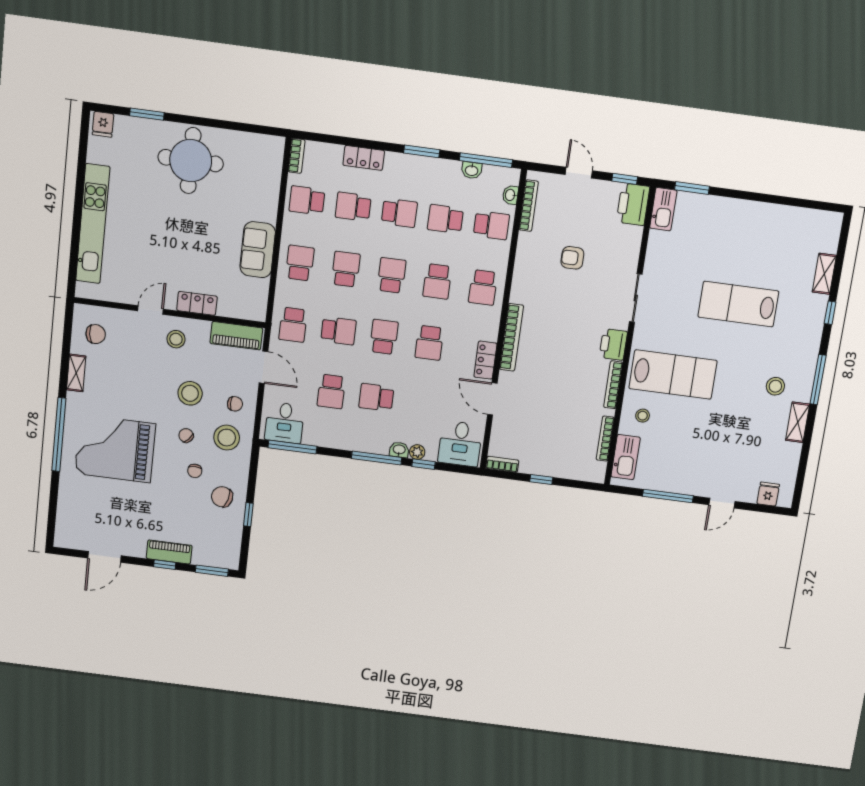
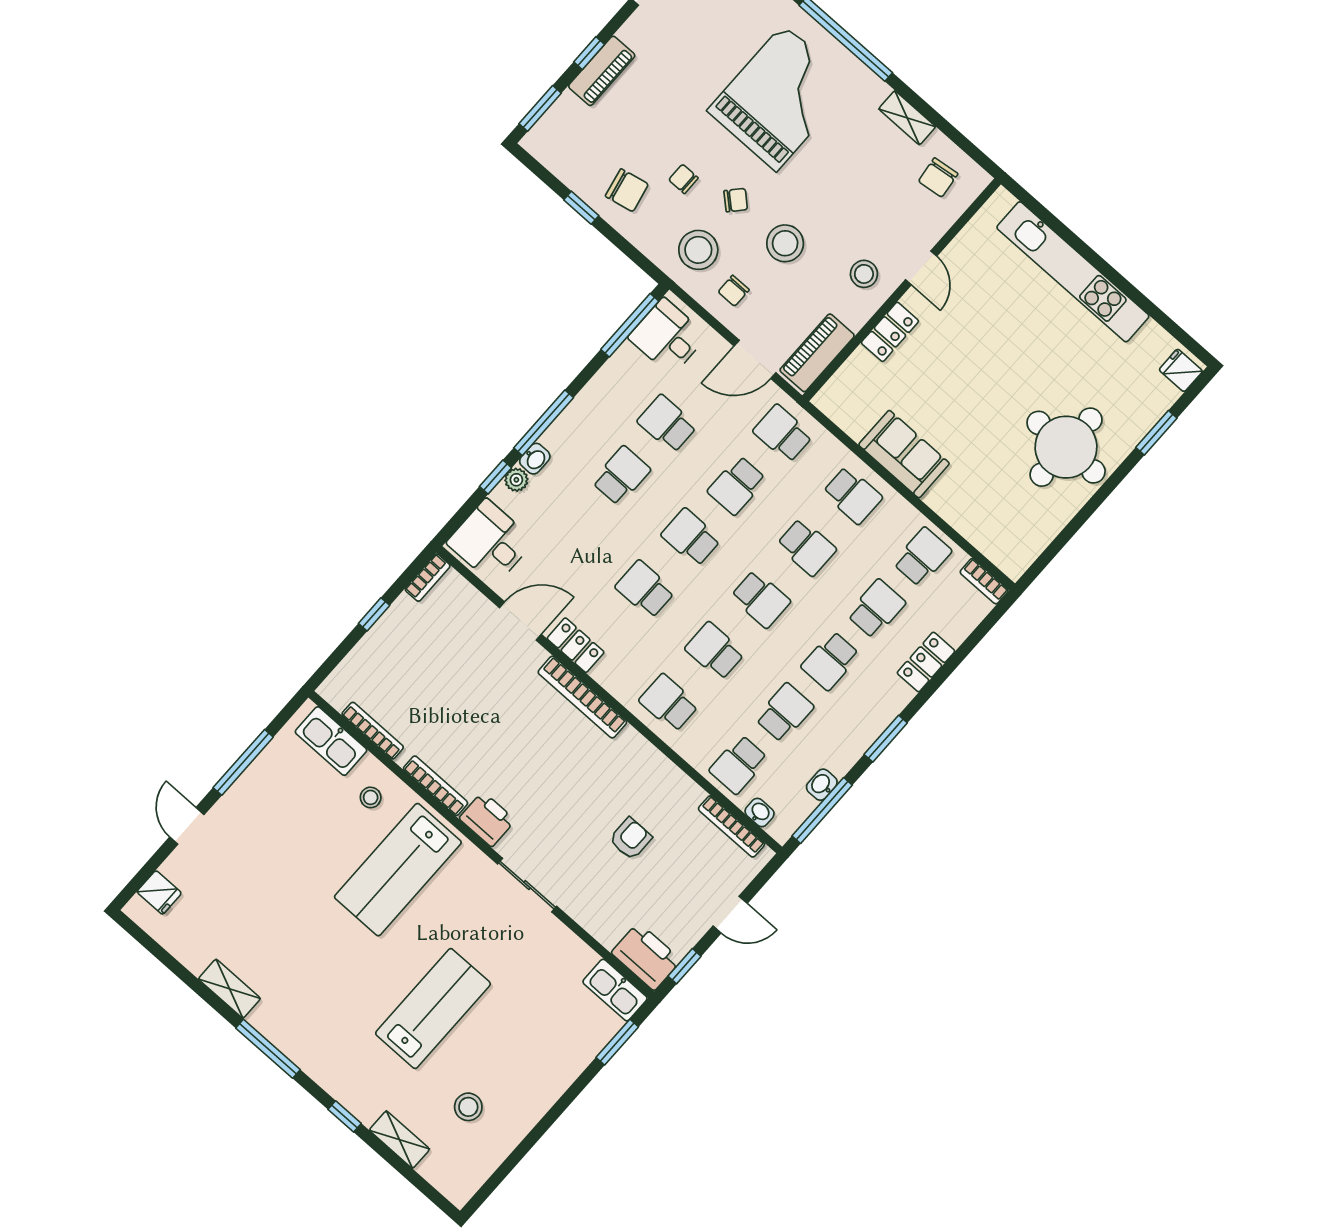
school desk: (384, 337) -> (691, 537), turned 180
stool: (775, 386) -> (468, 1107), moved
chair: (222, 497) -> (627, 190), turned 63

